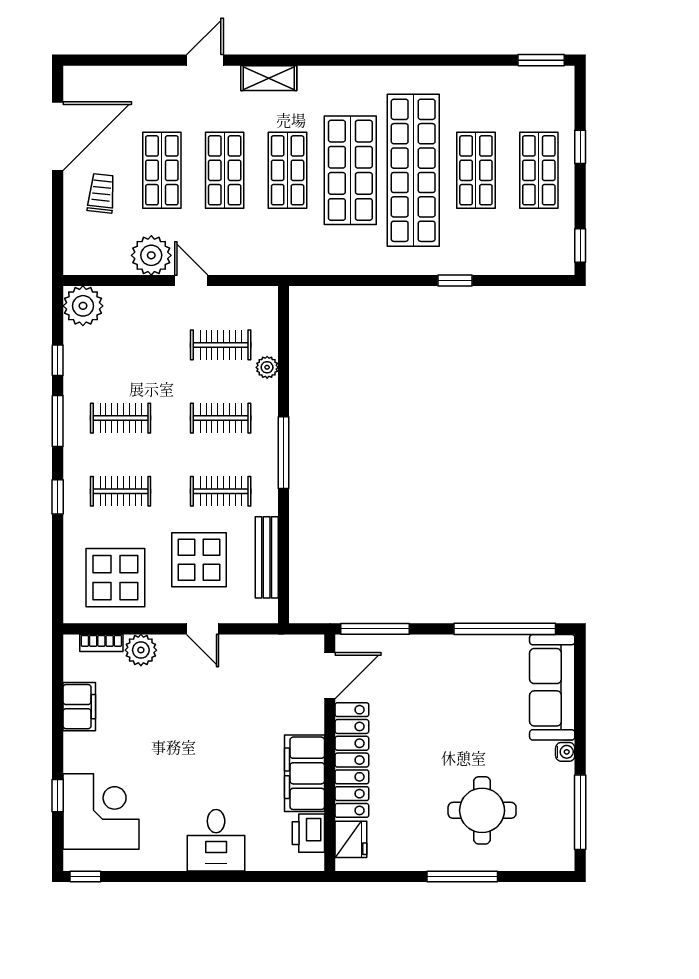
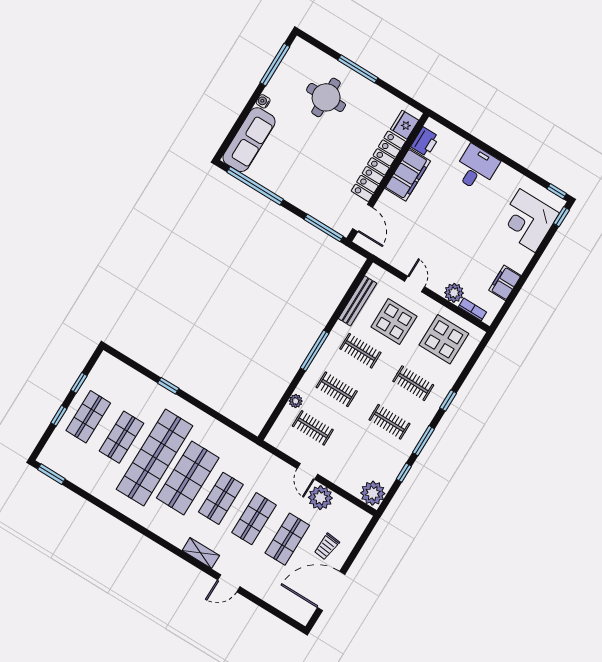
window: (580, 246) -> (79, 383), moved
door: (330, 676) -> (363, 218), swing flipped
window: (58, 796) -> (561, 217), moved

